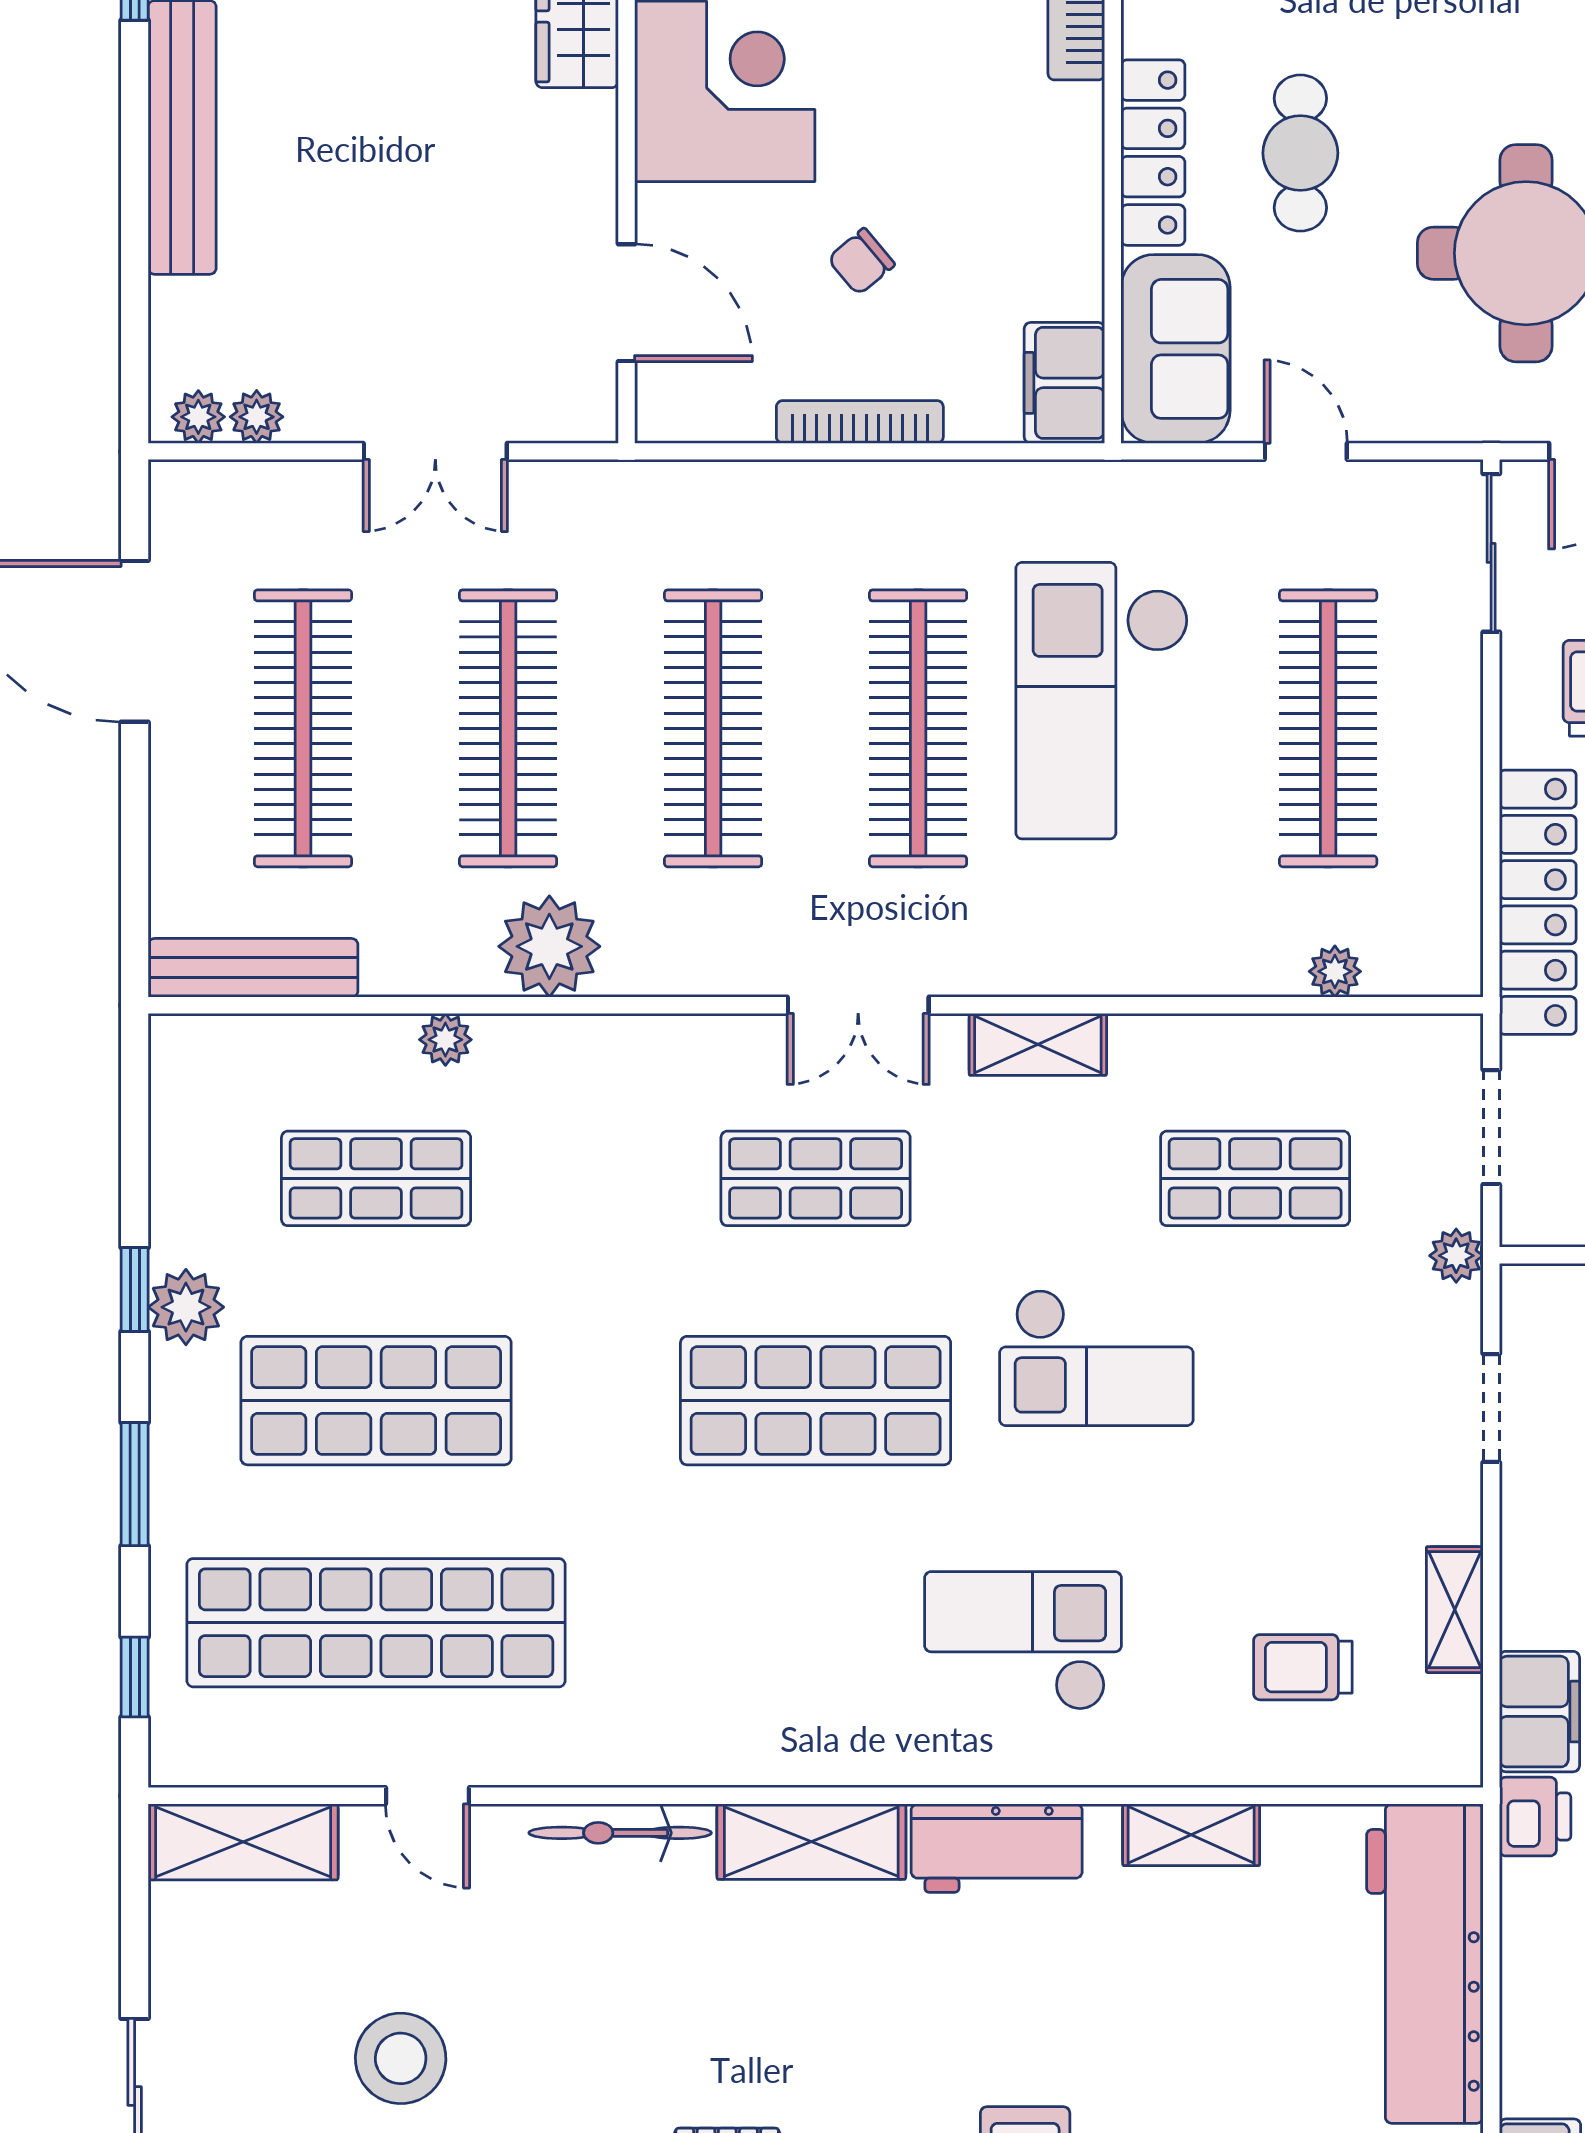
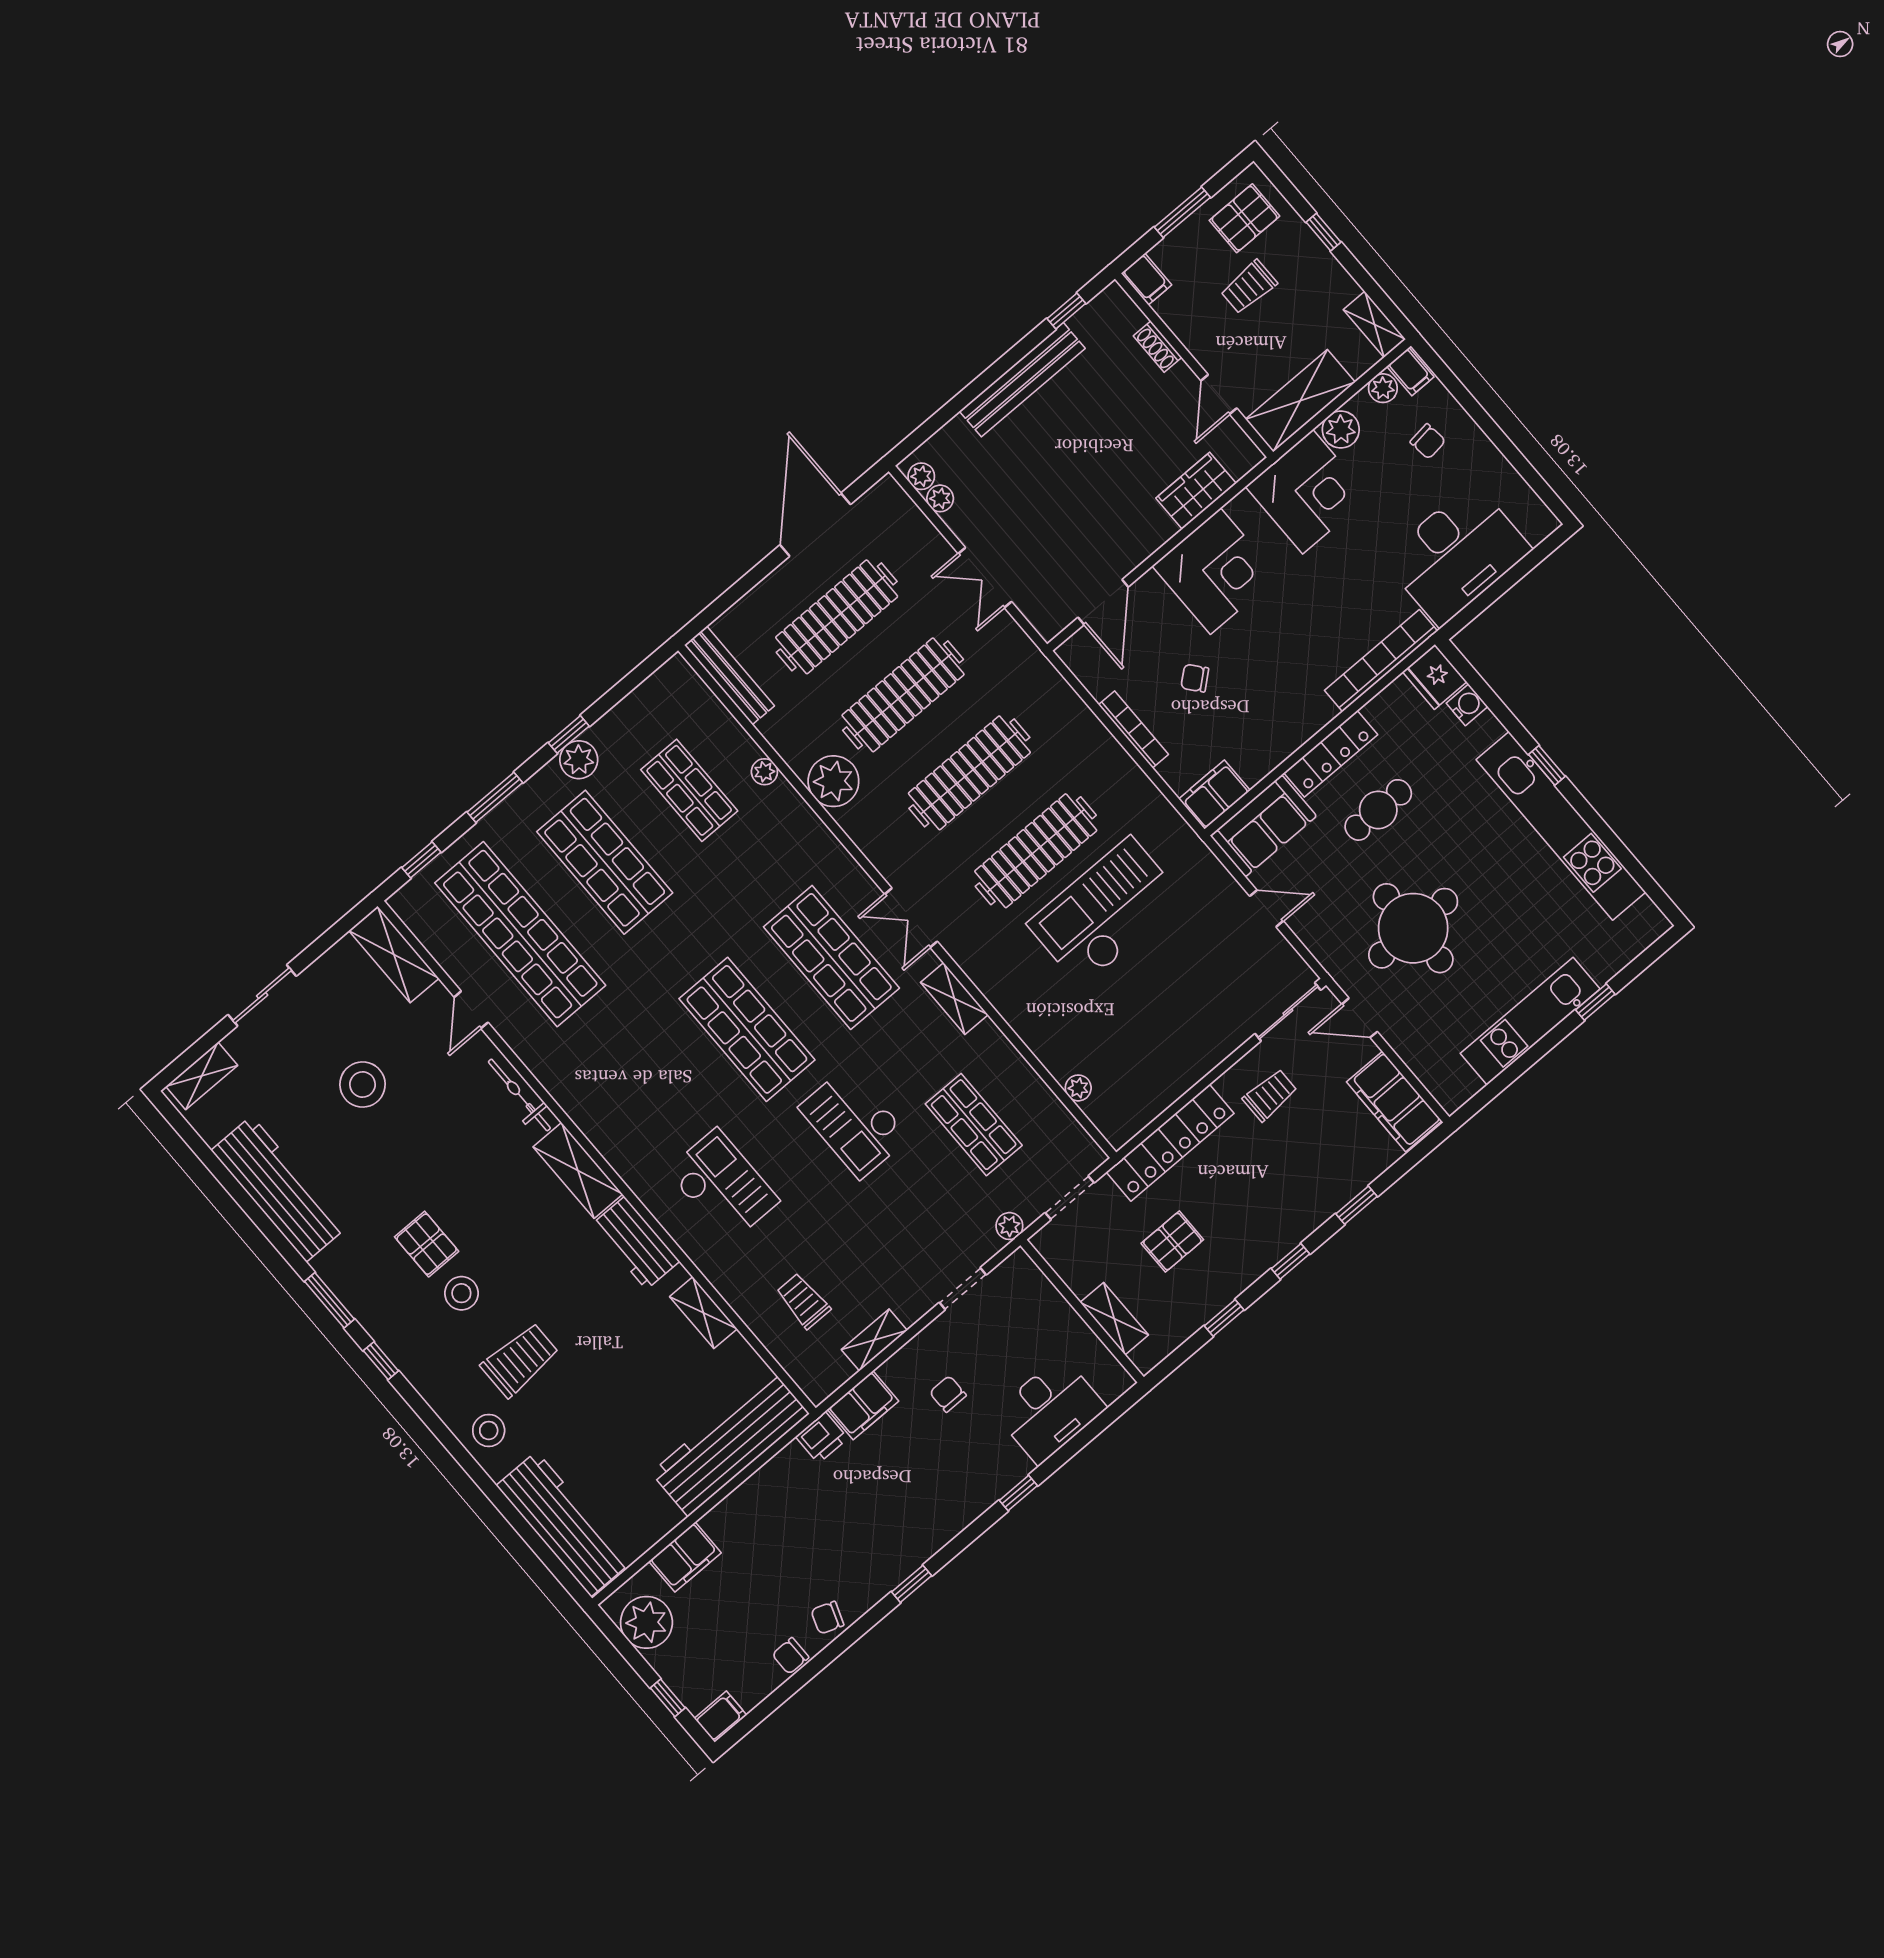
door: (1306, 451) -> (1267, 909), hinge flipped
clothes rail: (1328, 728) -> (1168, 1007), removed
shop shelf: (816, 1178) -> (831, 957), width x1.43, depth x1.36

